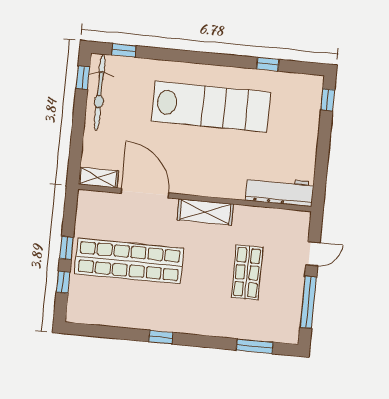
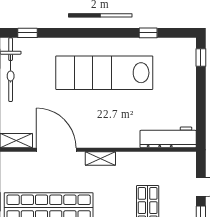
lab bench: (211, 107) -> (104, 73), turned 180
shelving: (205, 212) -> (100, 158), width x0.67, depth x0.75

